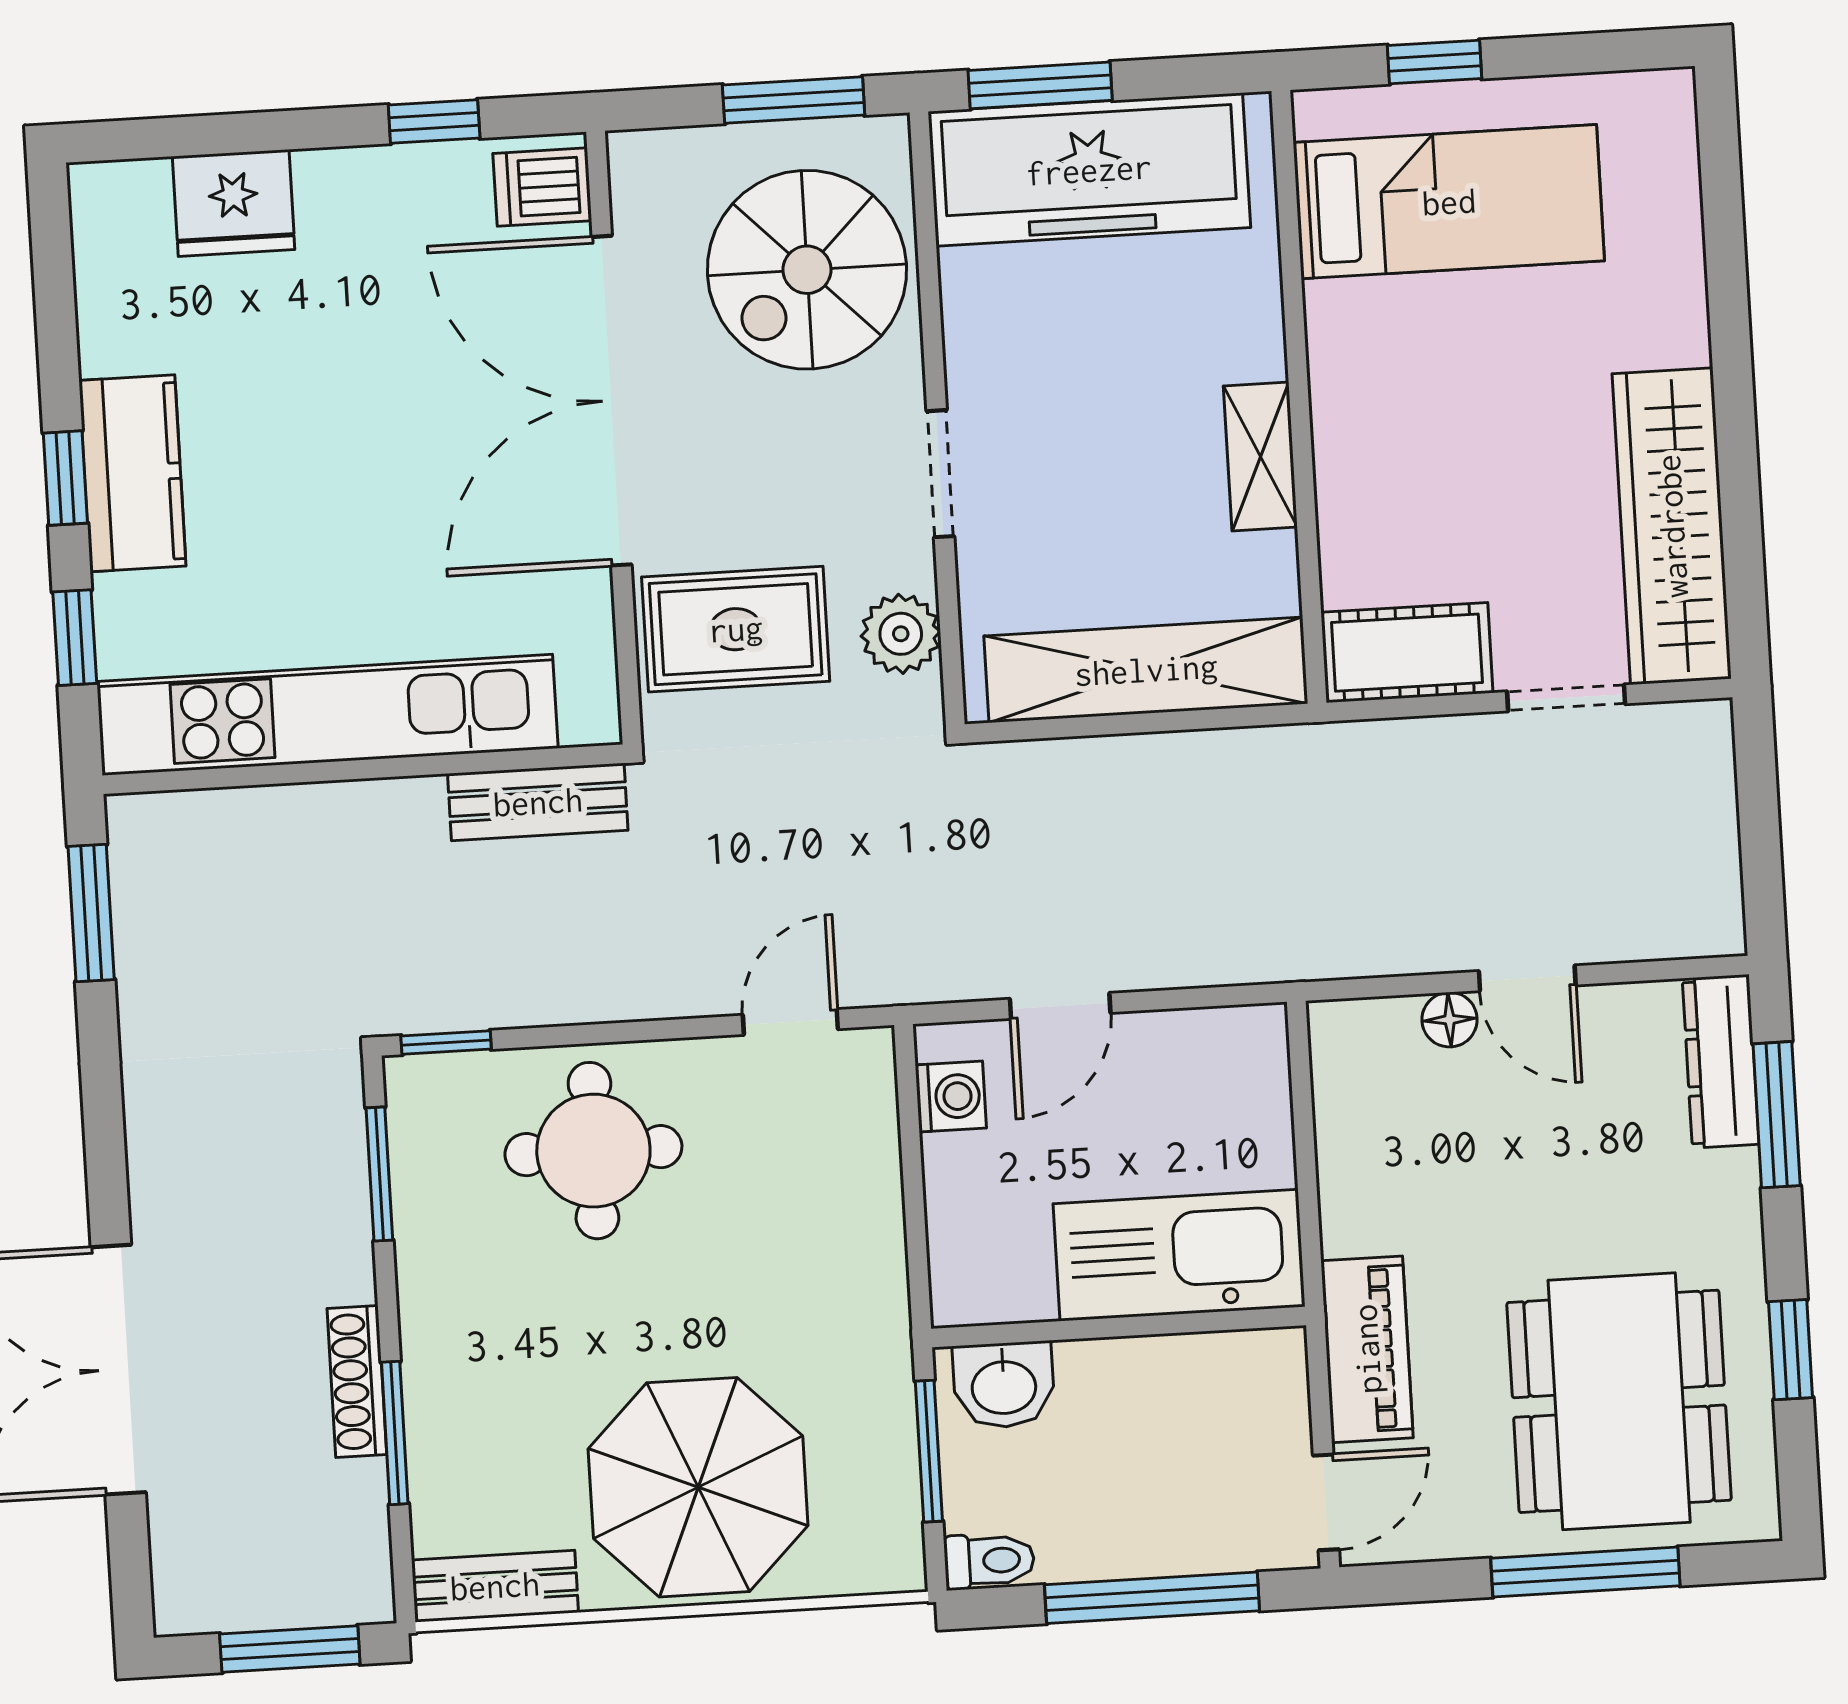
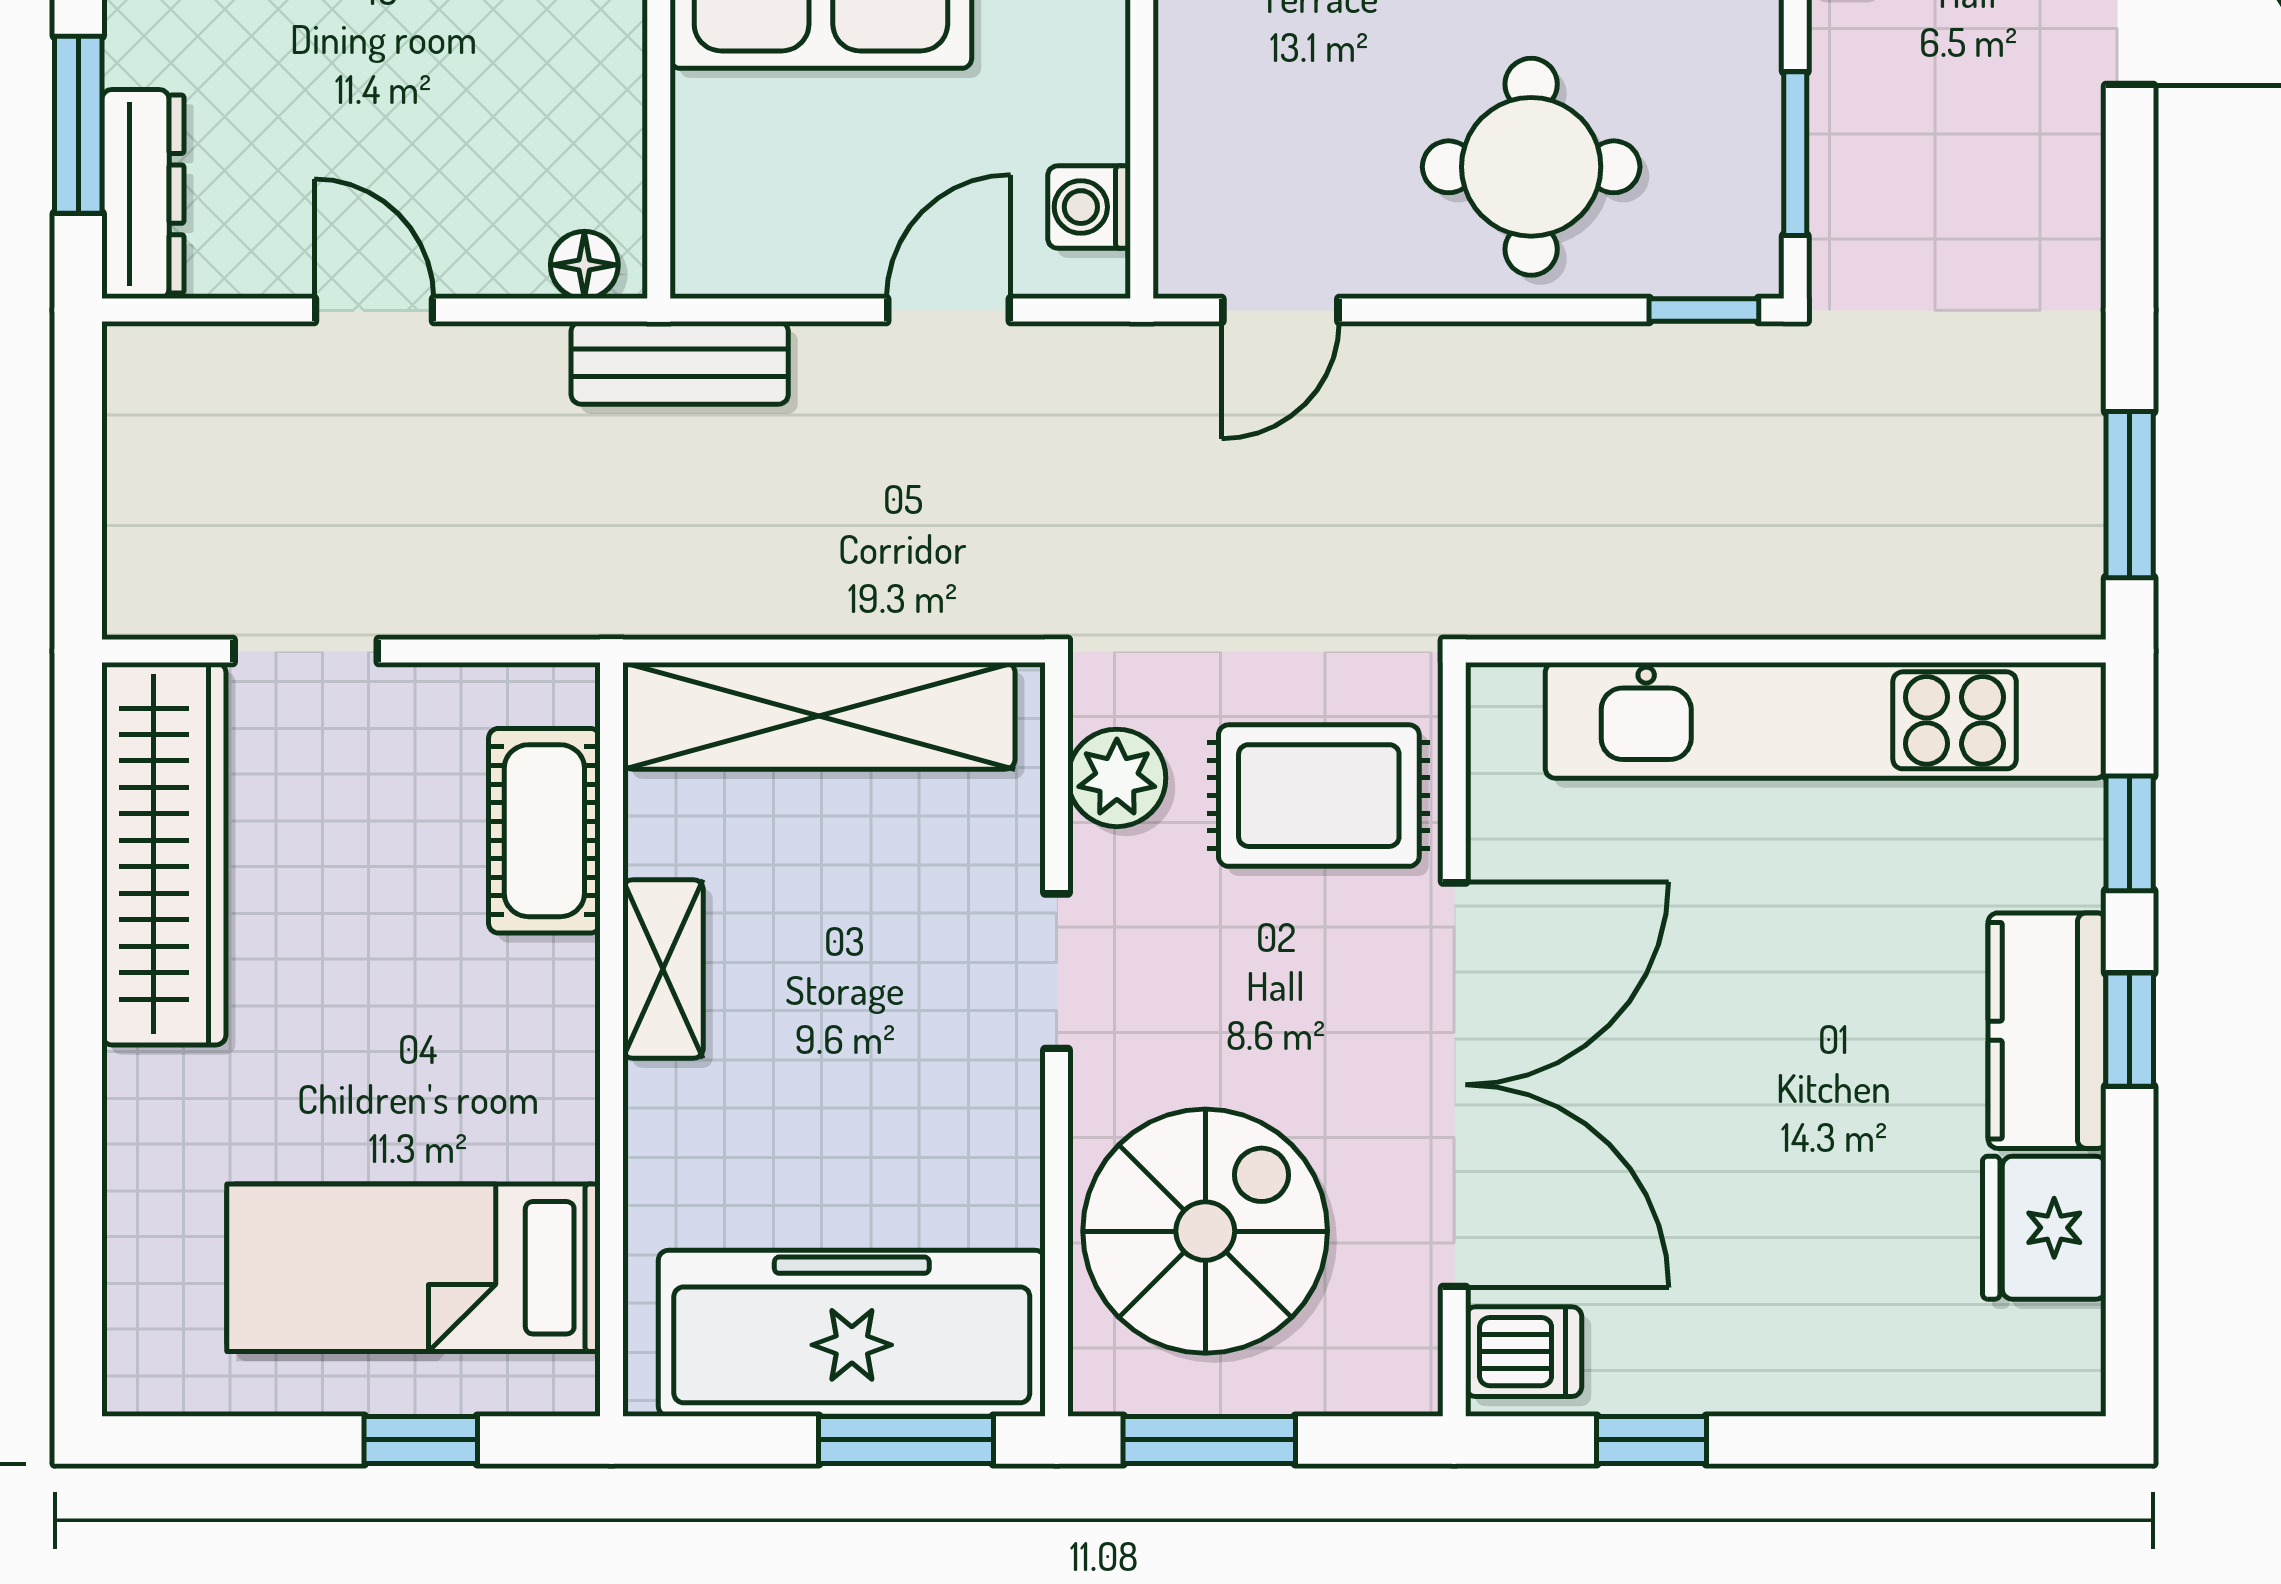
fridge: (234, 203) -> (2044, 1228), moved, turned -90
cot: (1407, 653) -> (544, 831), moved, turned 90
bench: (538, 802) -> (680, 363), moved
floor lamp: (1450, 1020) -> (584, 265), moved

